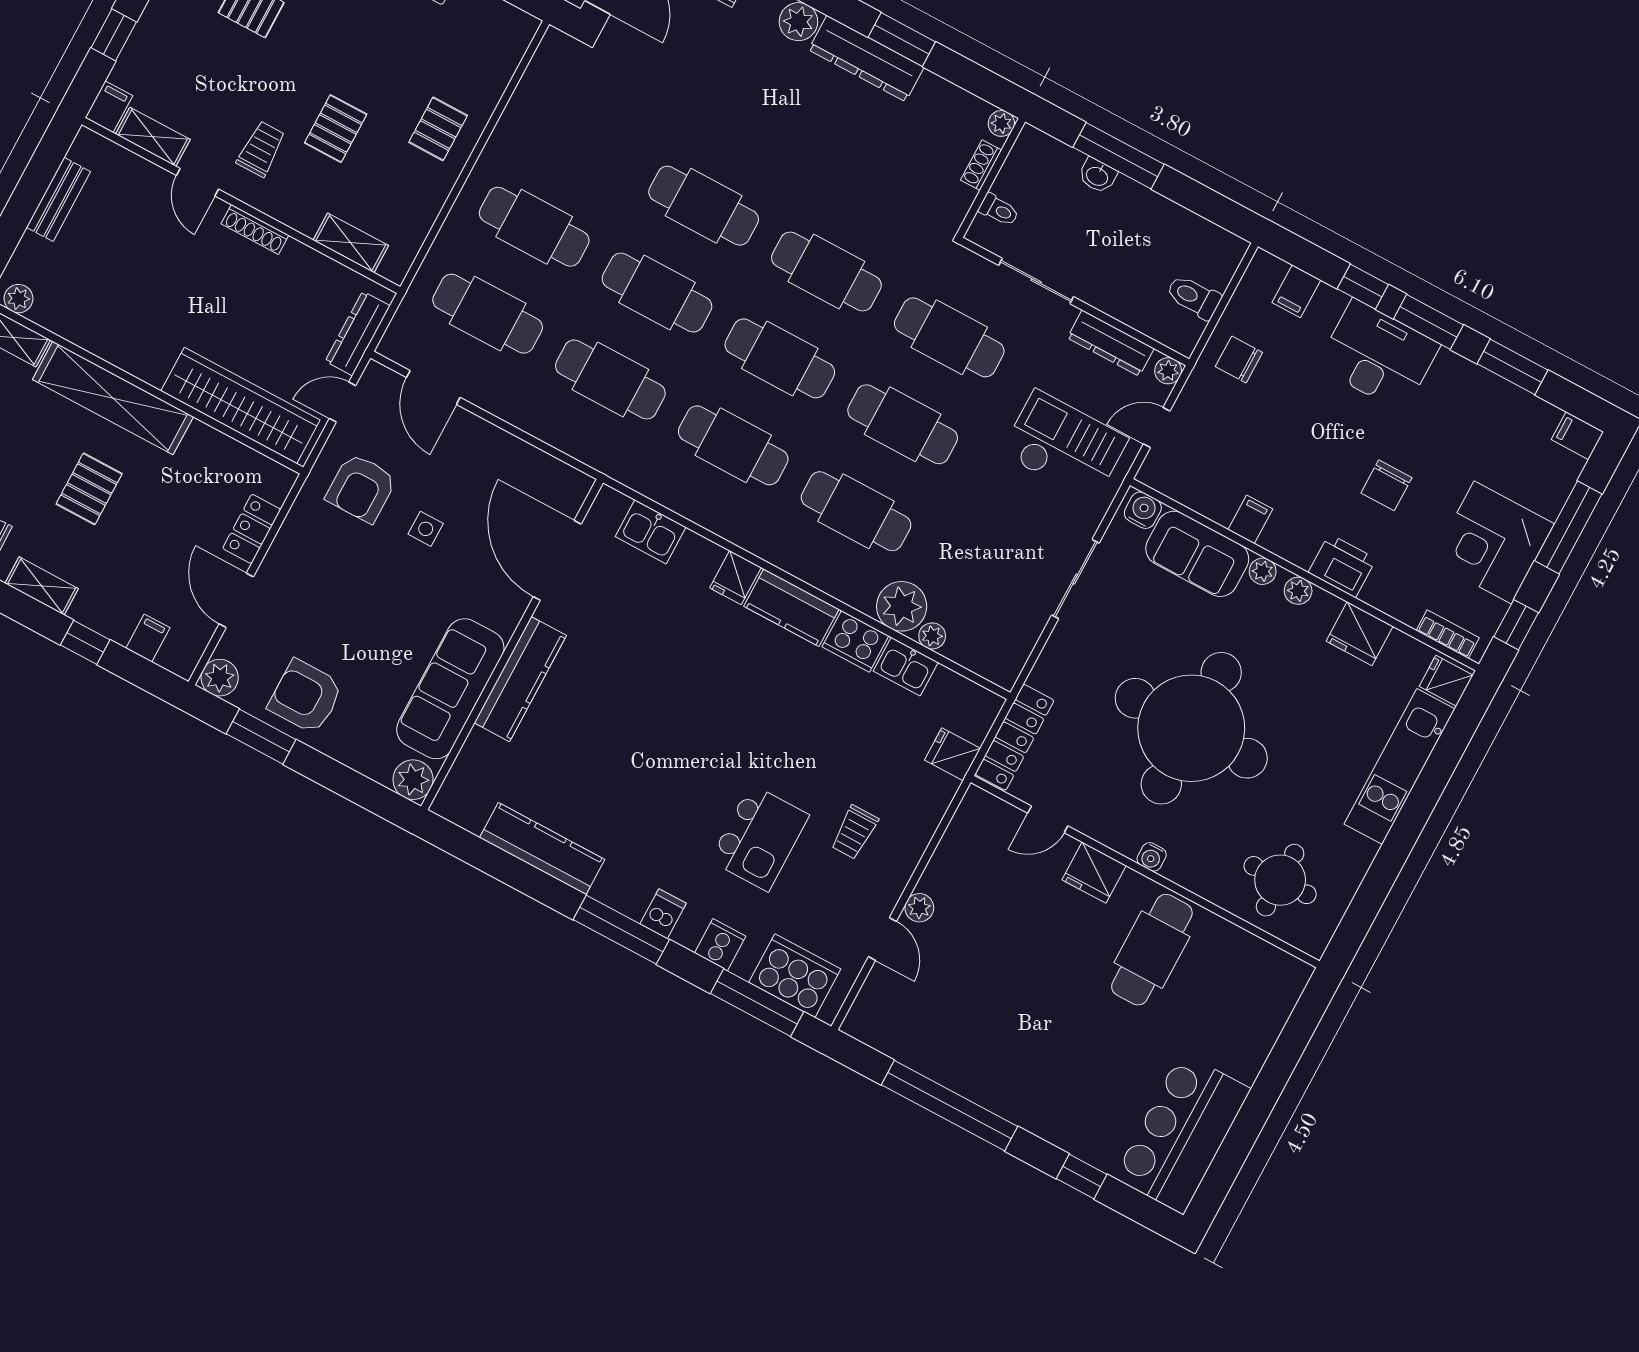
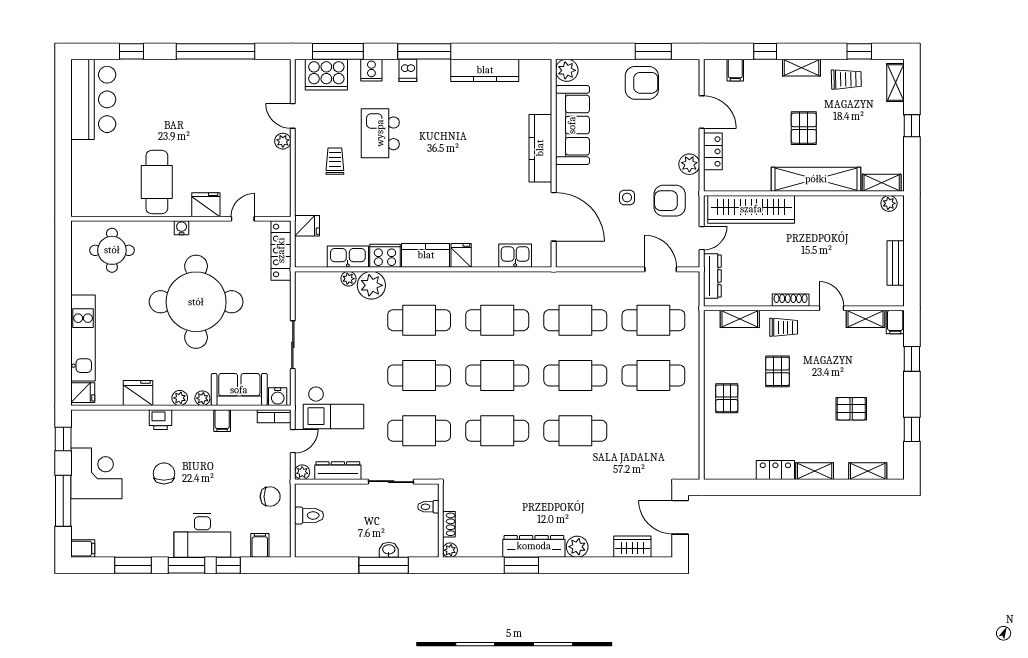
trolley: (261, 149) -> (784, 327), moved, turned -90
armchair: (361, 488) -> (670, 201), turned -90
printer: (1342, 566) -> (161, 420), width x0.73, depth x0.81
bookcase: (1448, 634) -> (274, 416), moved
kitchen sink: (906, 667) -> (348, 257), width x1.38
plant: (220, 678) -> (689, 164), moved

